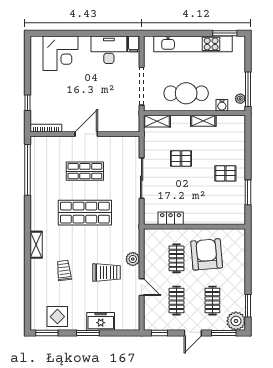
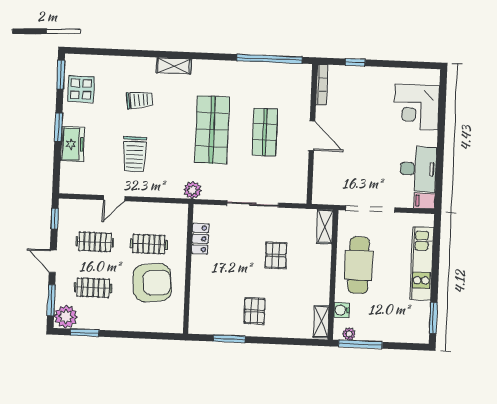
kitchen unit: (193, 44) -> (422, 263), width x0.73
shelving: (203, 121) -> (321, 322), moved
plant: (133, 259) -> (193, 190), moved

